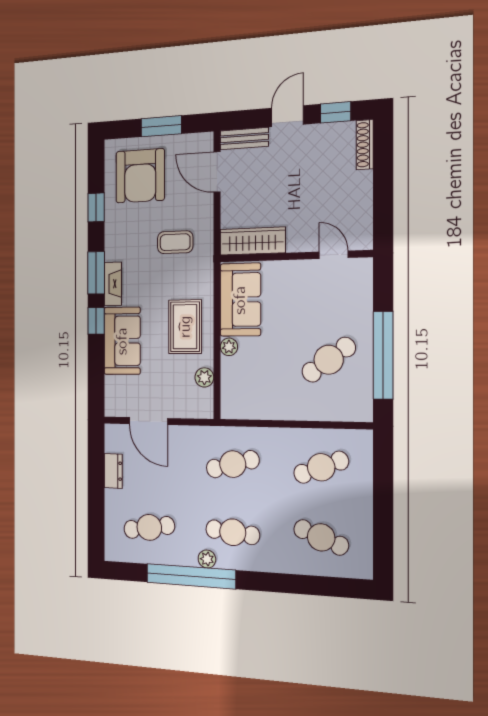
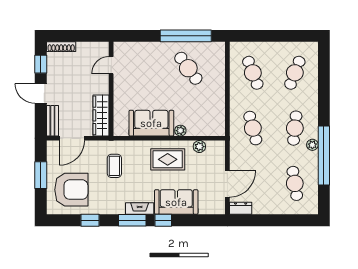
wardrobe: (252, 241) -> (101, 115), moved
door: (334, 255) -> (111, 65), moved
wall: (295, 256) -> (111, 89), moved
dresser: (113, 471) -> (241, 208), moved

